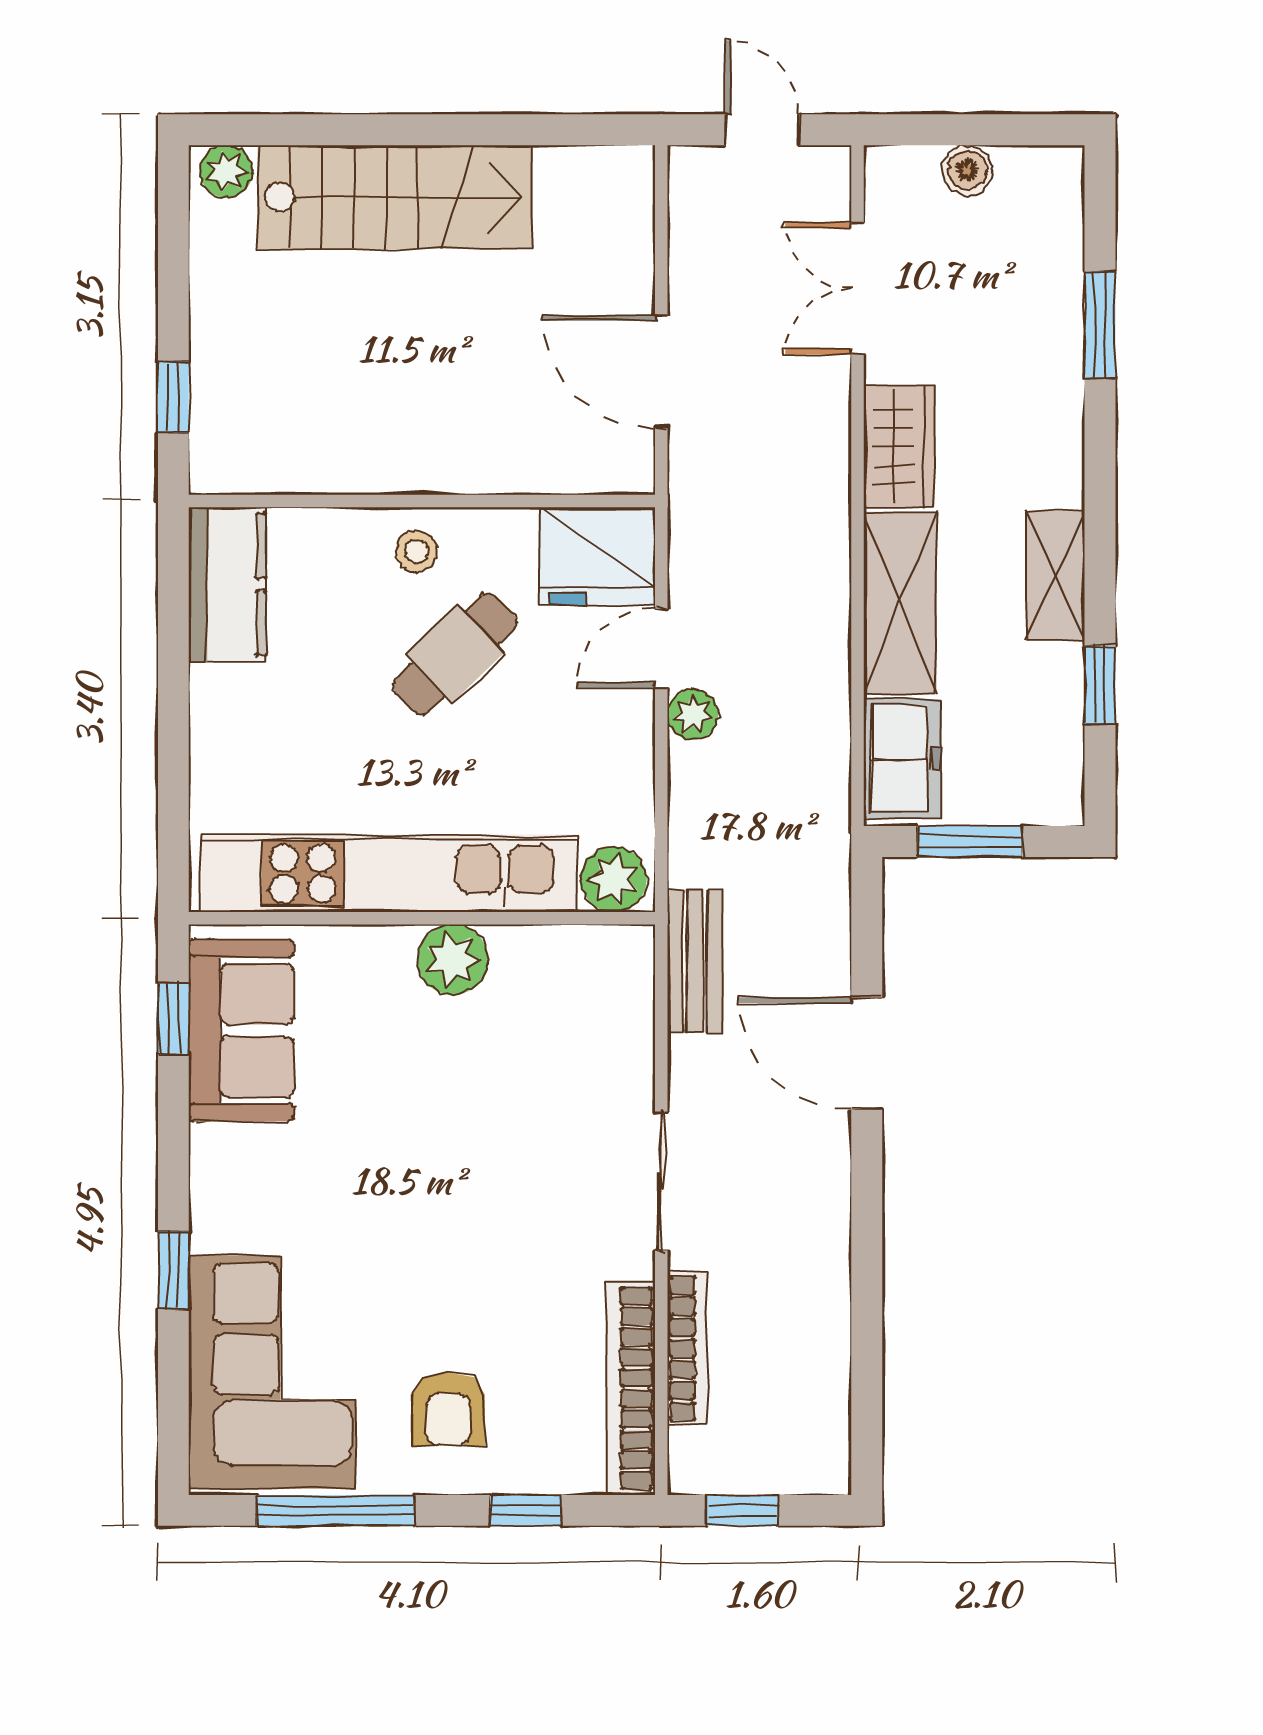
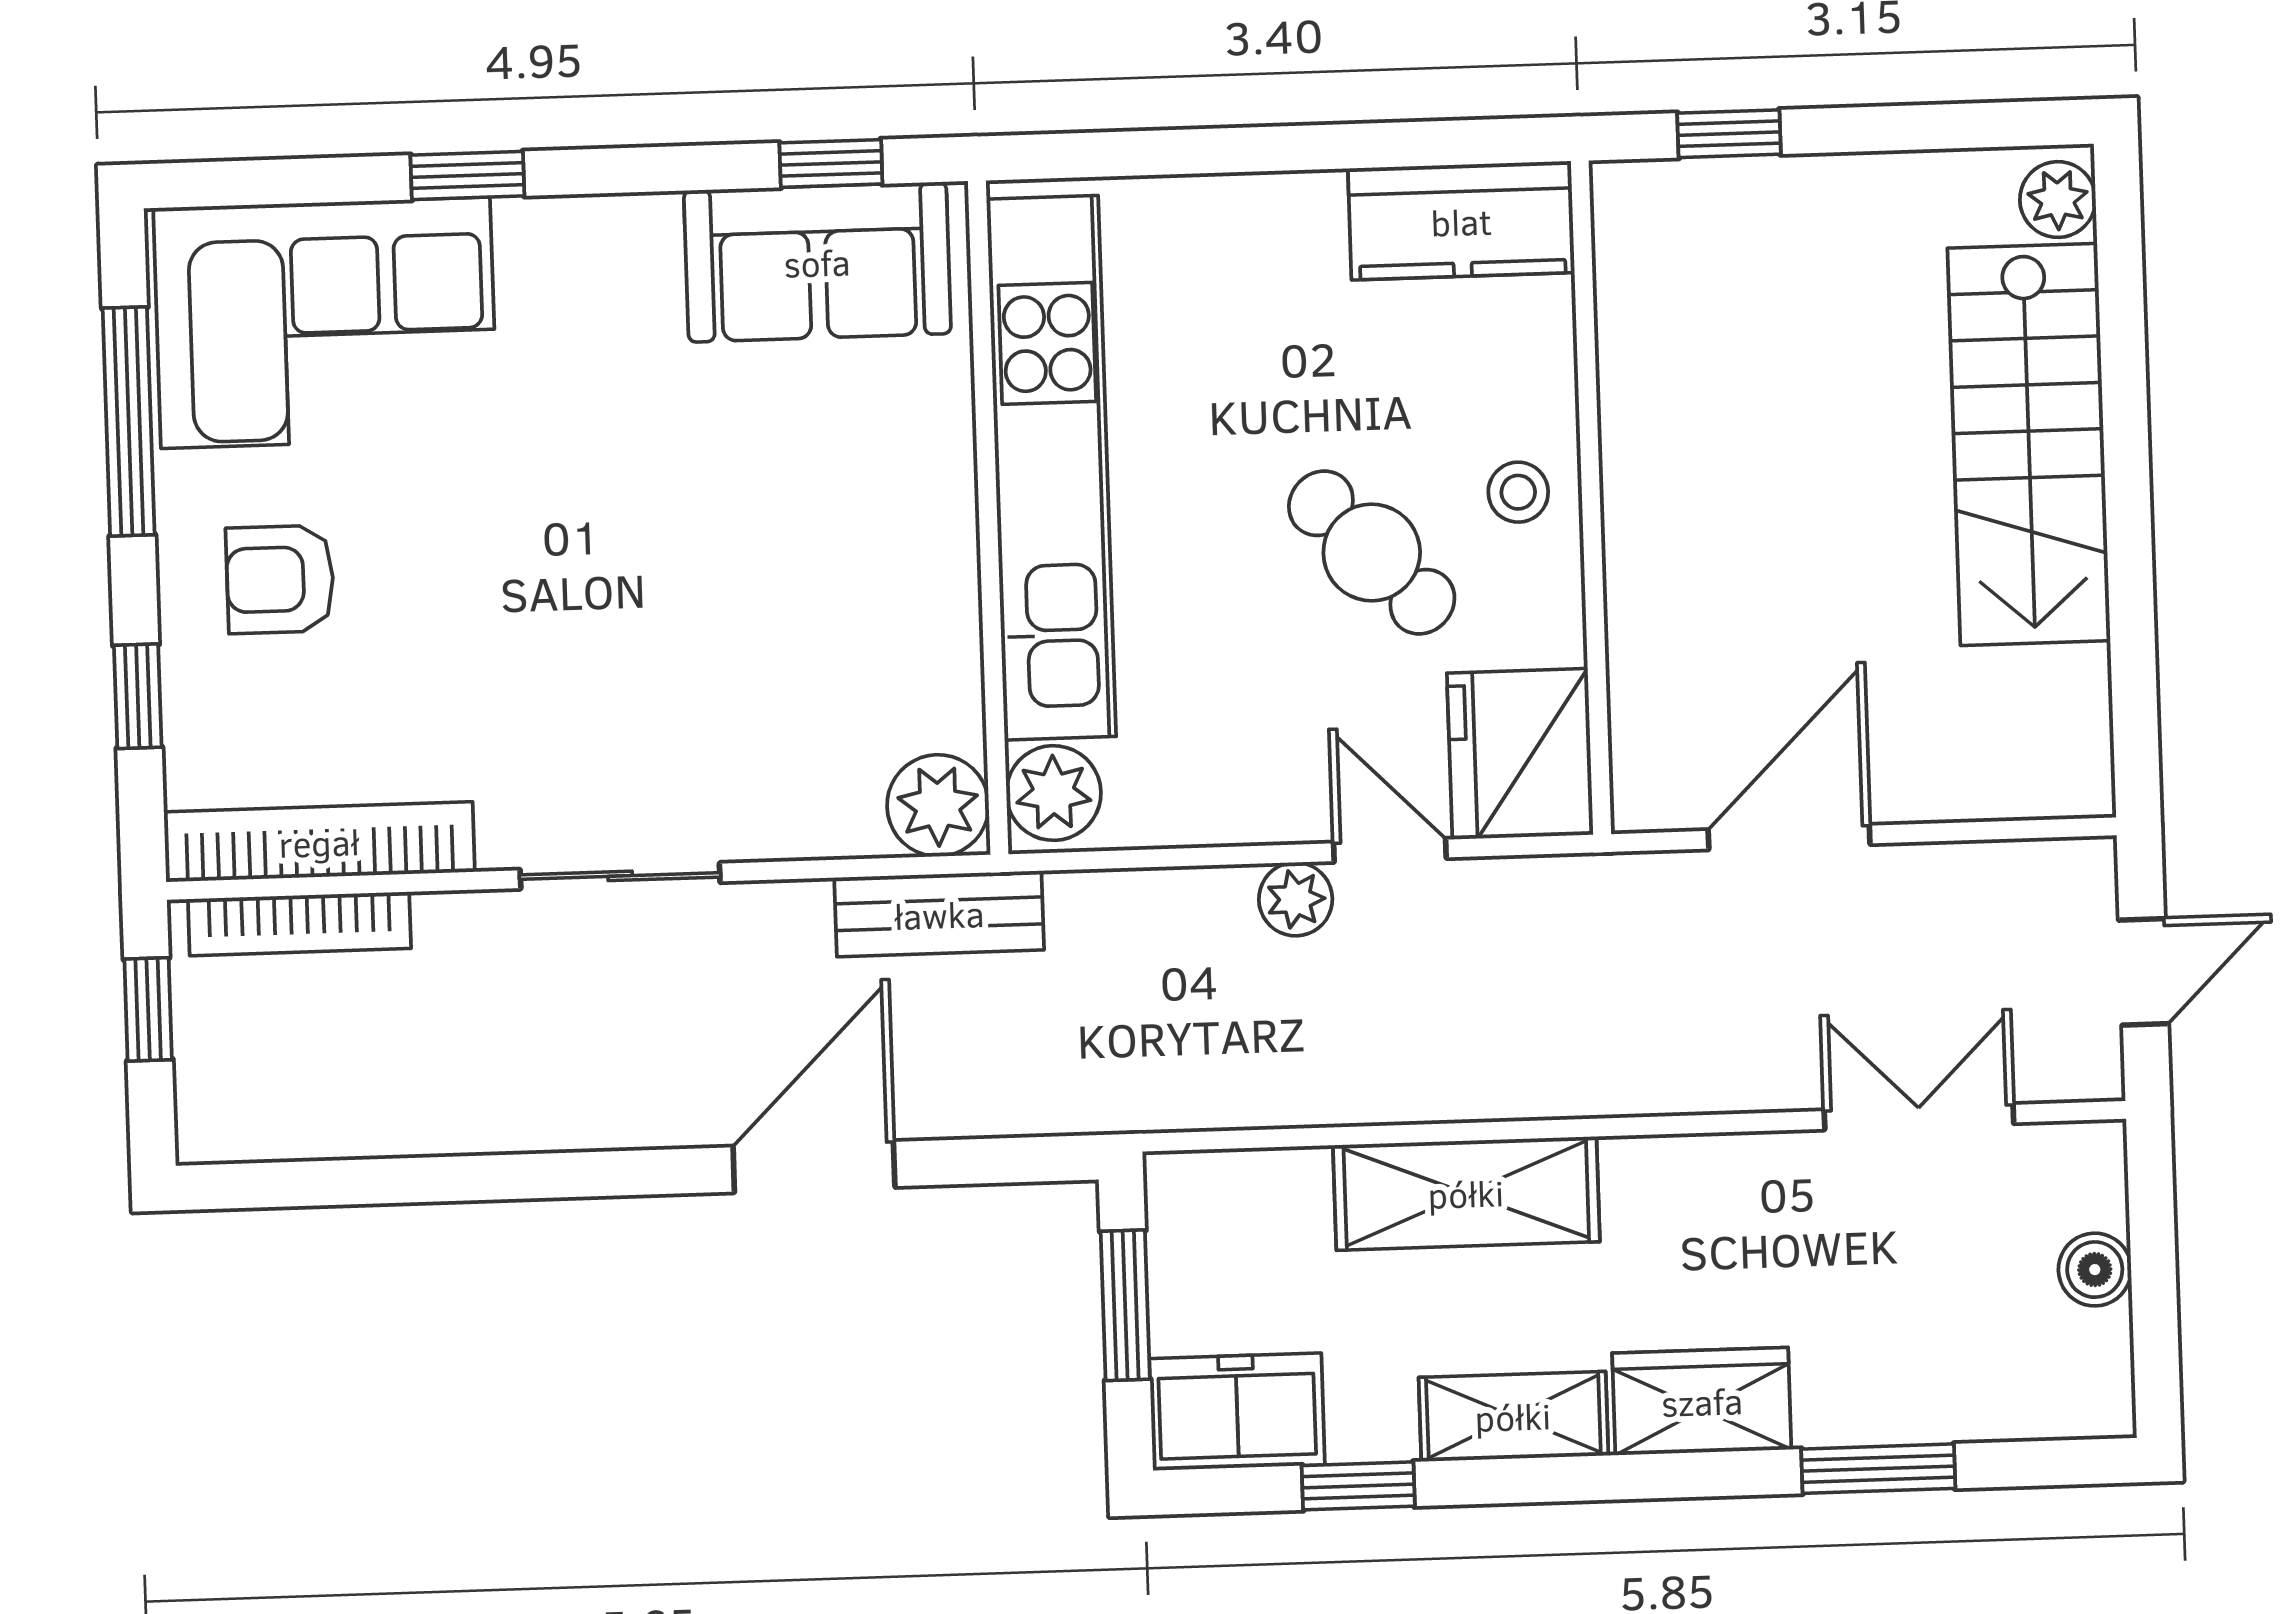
wardrobe: (899, 446) -> (1702, 1401), moved, turned 180
freezer: (902, 759) -> (1237, 1412), moved, turned 180
plant: (453, 960) -> (938, 806), moved
bookcase: (687, 1348) -> (299, 924), moved

